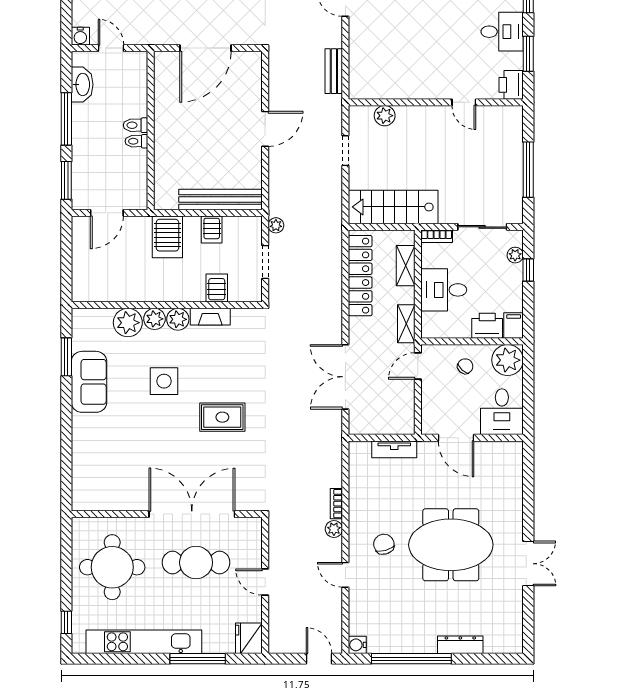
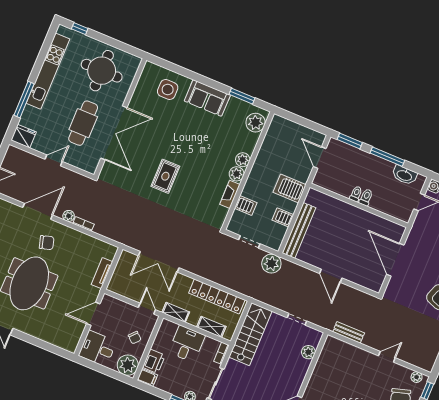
plant: (276, 225) -> (271, 264), width x1.88, depth x1.88
plant: (128, 323) -> (256, 123), moved
double door: (345, 377) -> (159, 262), swing flipped
side table: (164, 381) -> (168, 90), moved
sofa: (89, 382) -> (207, 98), moved
door: (345, 575) -> (38, 211), width x1.88

